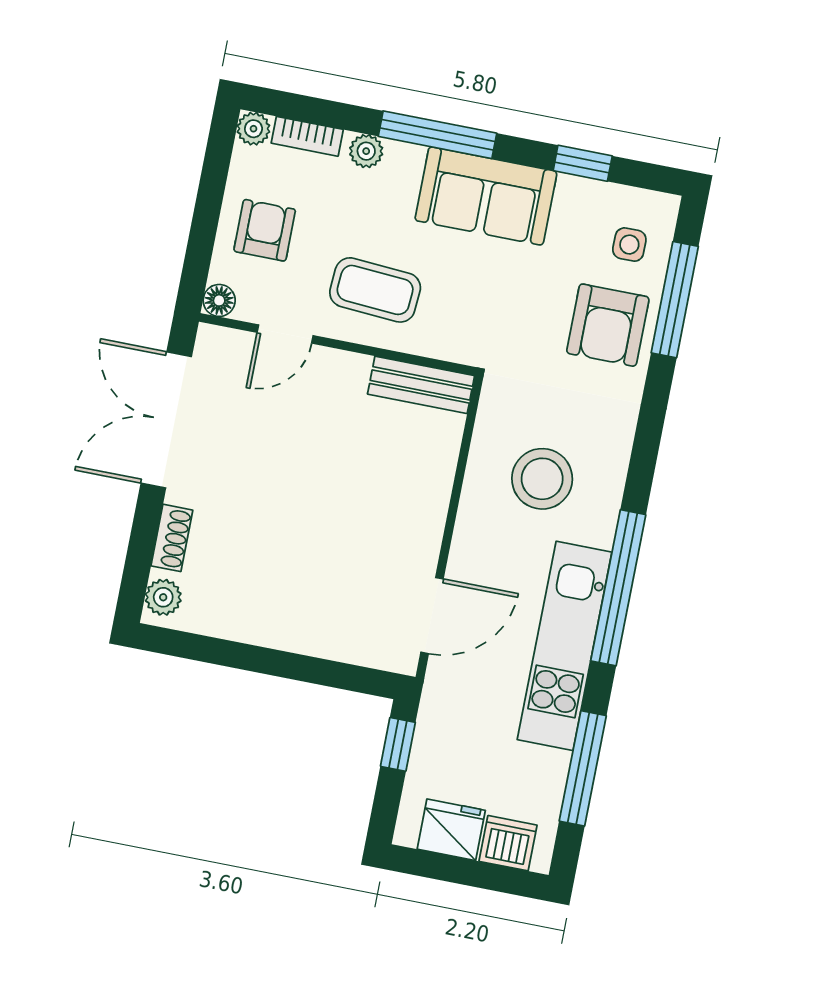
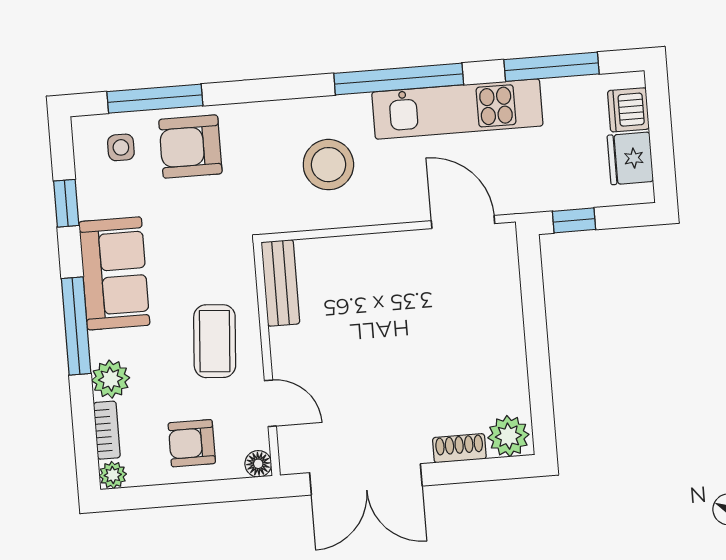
plant: (366, 151) -> (111, 379), width x1.38, depth x1.38
armchair: (608, 325) -> (190, 147), turned 180
plant: (163, 597) -> (508, 436), width x1.38, depth x1.38

